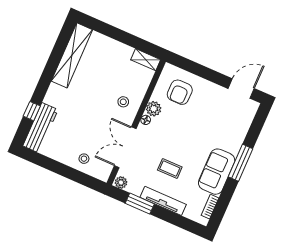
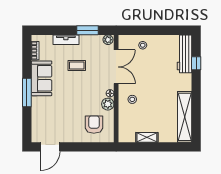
shelving: (146, 60) -> (147, 137), moved
tv unit: (163, 201) -> (66, 40), width x0.71

